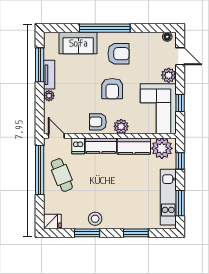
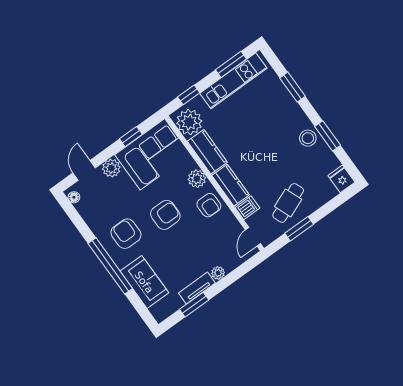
window: (40, 65) -> (194, 305), width x0.69
window: (40, 170) -> (299, 229), width x0.47

